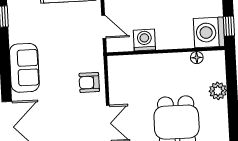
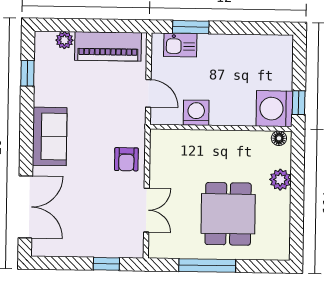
floor lamp: (197, 58) -> (279, 138), moved
armchair: (89, 82) -> (126, 159), turned -90

